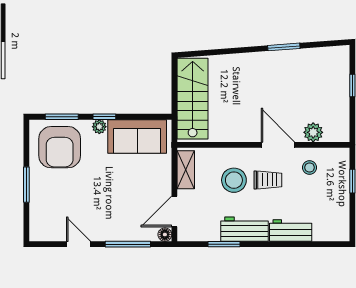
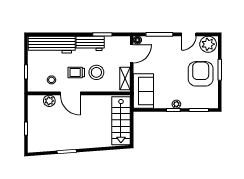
sofa: (137, 136) -> (143, 91), moved, turned 90
armchair: (60, 147) -> (201, 74), moved
plant: (46, 228) -> (208, 44), added
workbench: (291, 230) -> (52, 45), width x1.88, depth x1.32
door: (78, 244) -> (189, 34), hinge flipped

